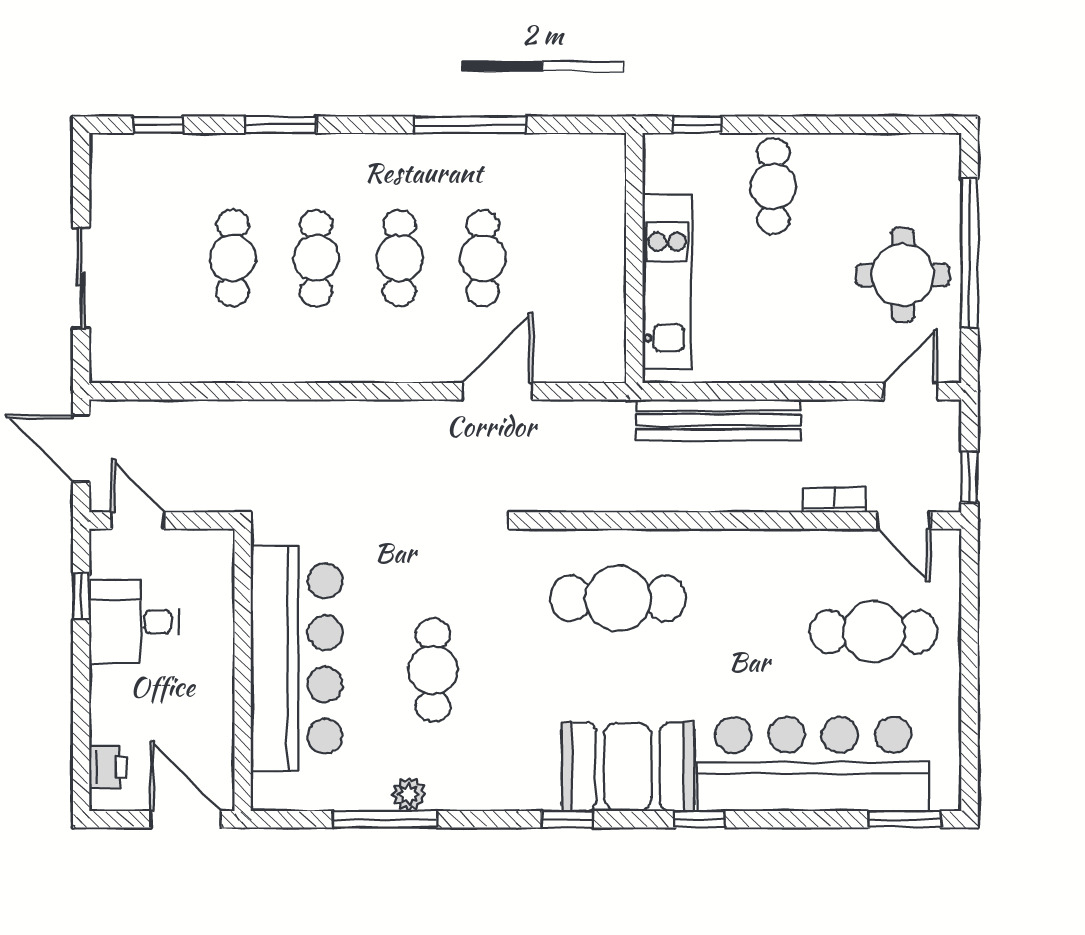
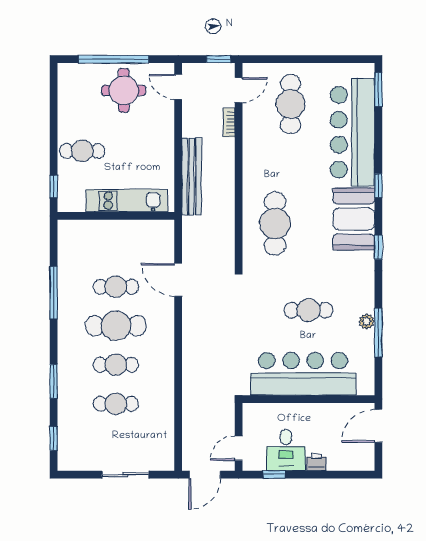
cafe table: (399, 258) -> (116, 326), width x1.37, depth x1.35
printer: (108, 767) -> (316, 462), moved

